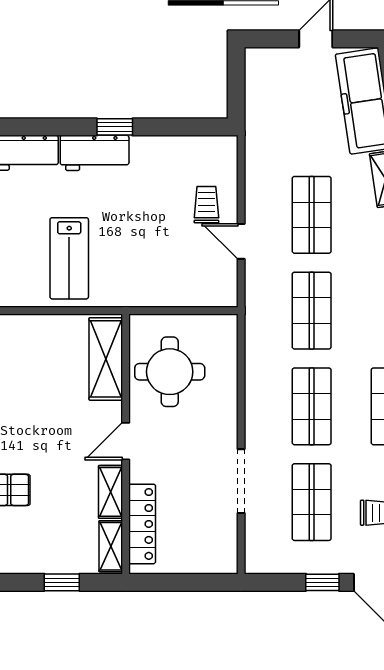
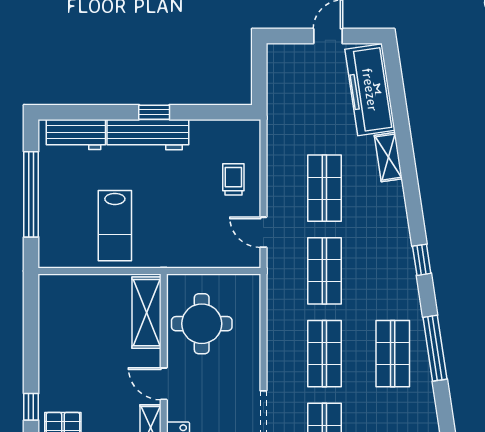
workbench: (95, 153) -> (148, 135), width x1.38
door: (241, 241) -> (263, 232), moved
door: (126, 441) -> (164, 384), hinge flipped

